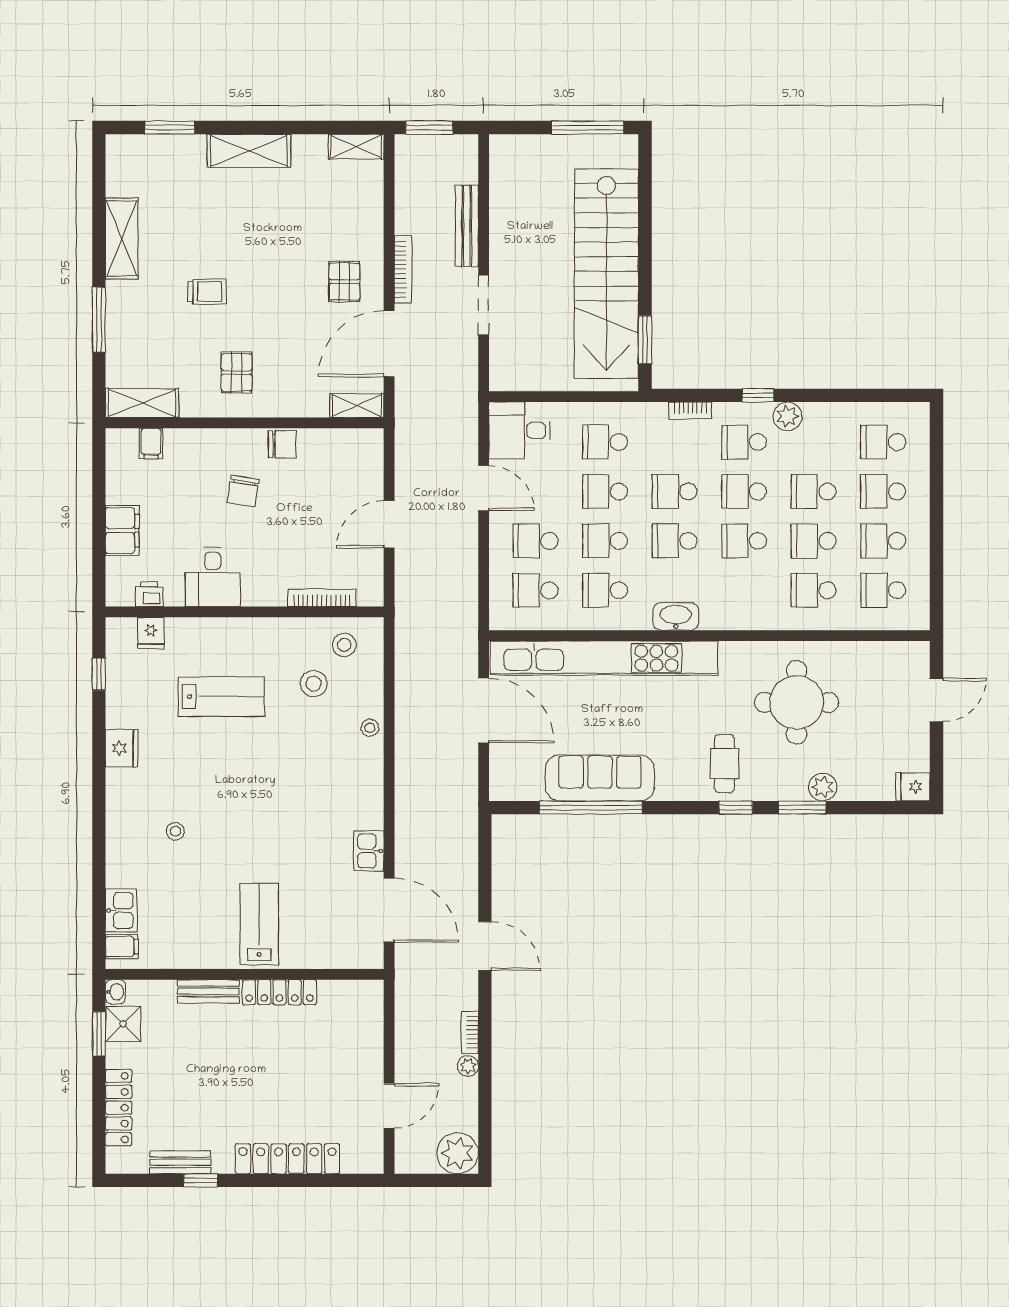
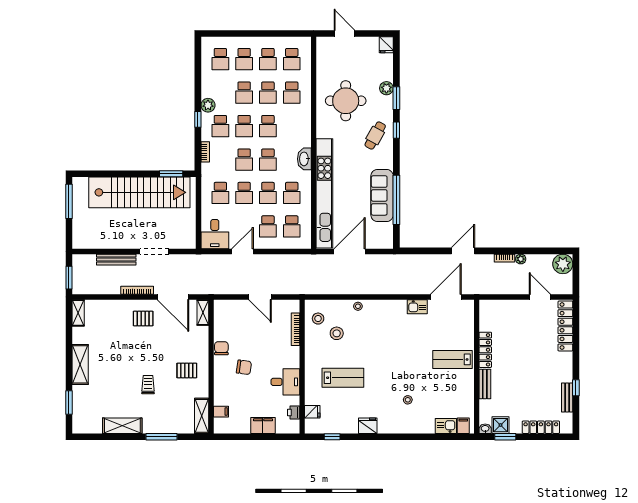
lab bench: (221, 697) -> (343, 378), turned 90
cafe table: (724, 764) -> (375, 135), turned -61
locker: (287, 1159) -> (565, 326), moved

